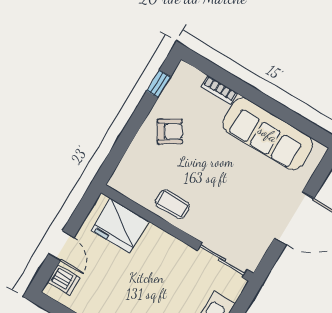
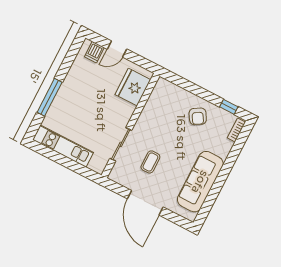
bookcase: (219, 90) -> (236, 130), moved
coffee table: (172, 204) -> (150, 162), moved
sliding door: (222, 260) -> (121, 144), moved

